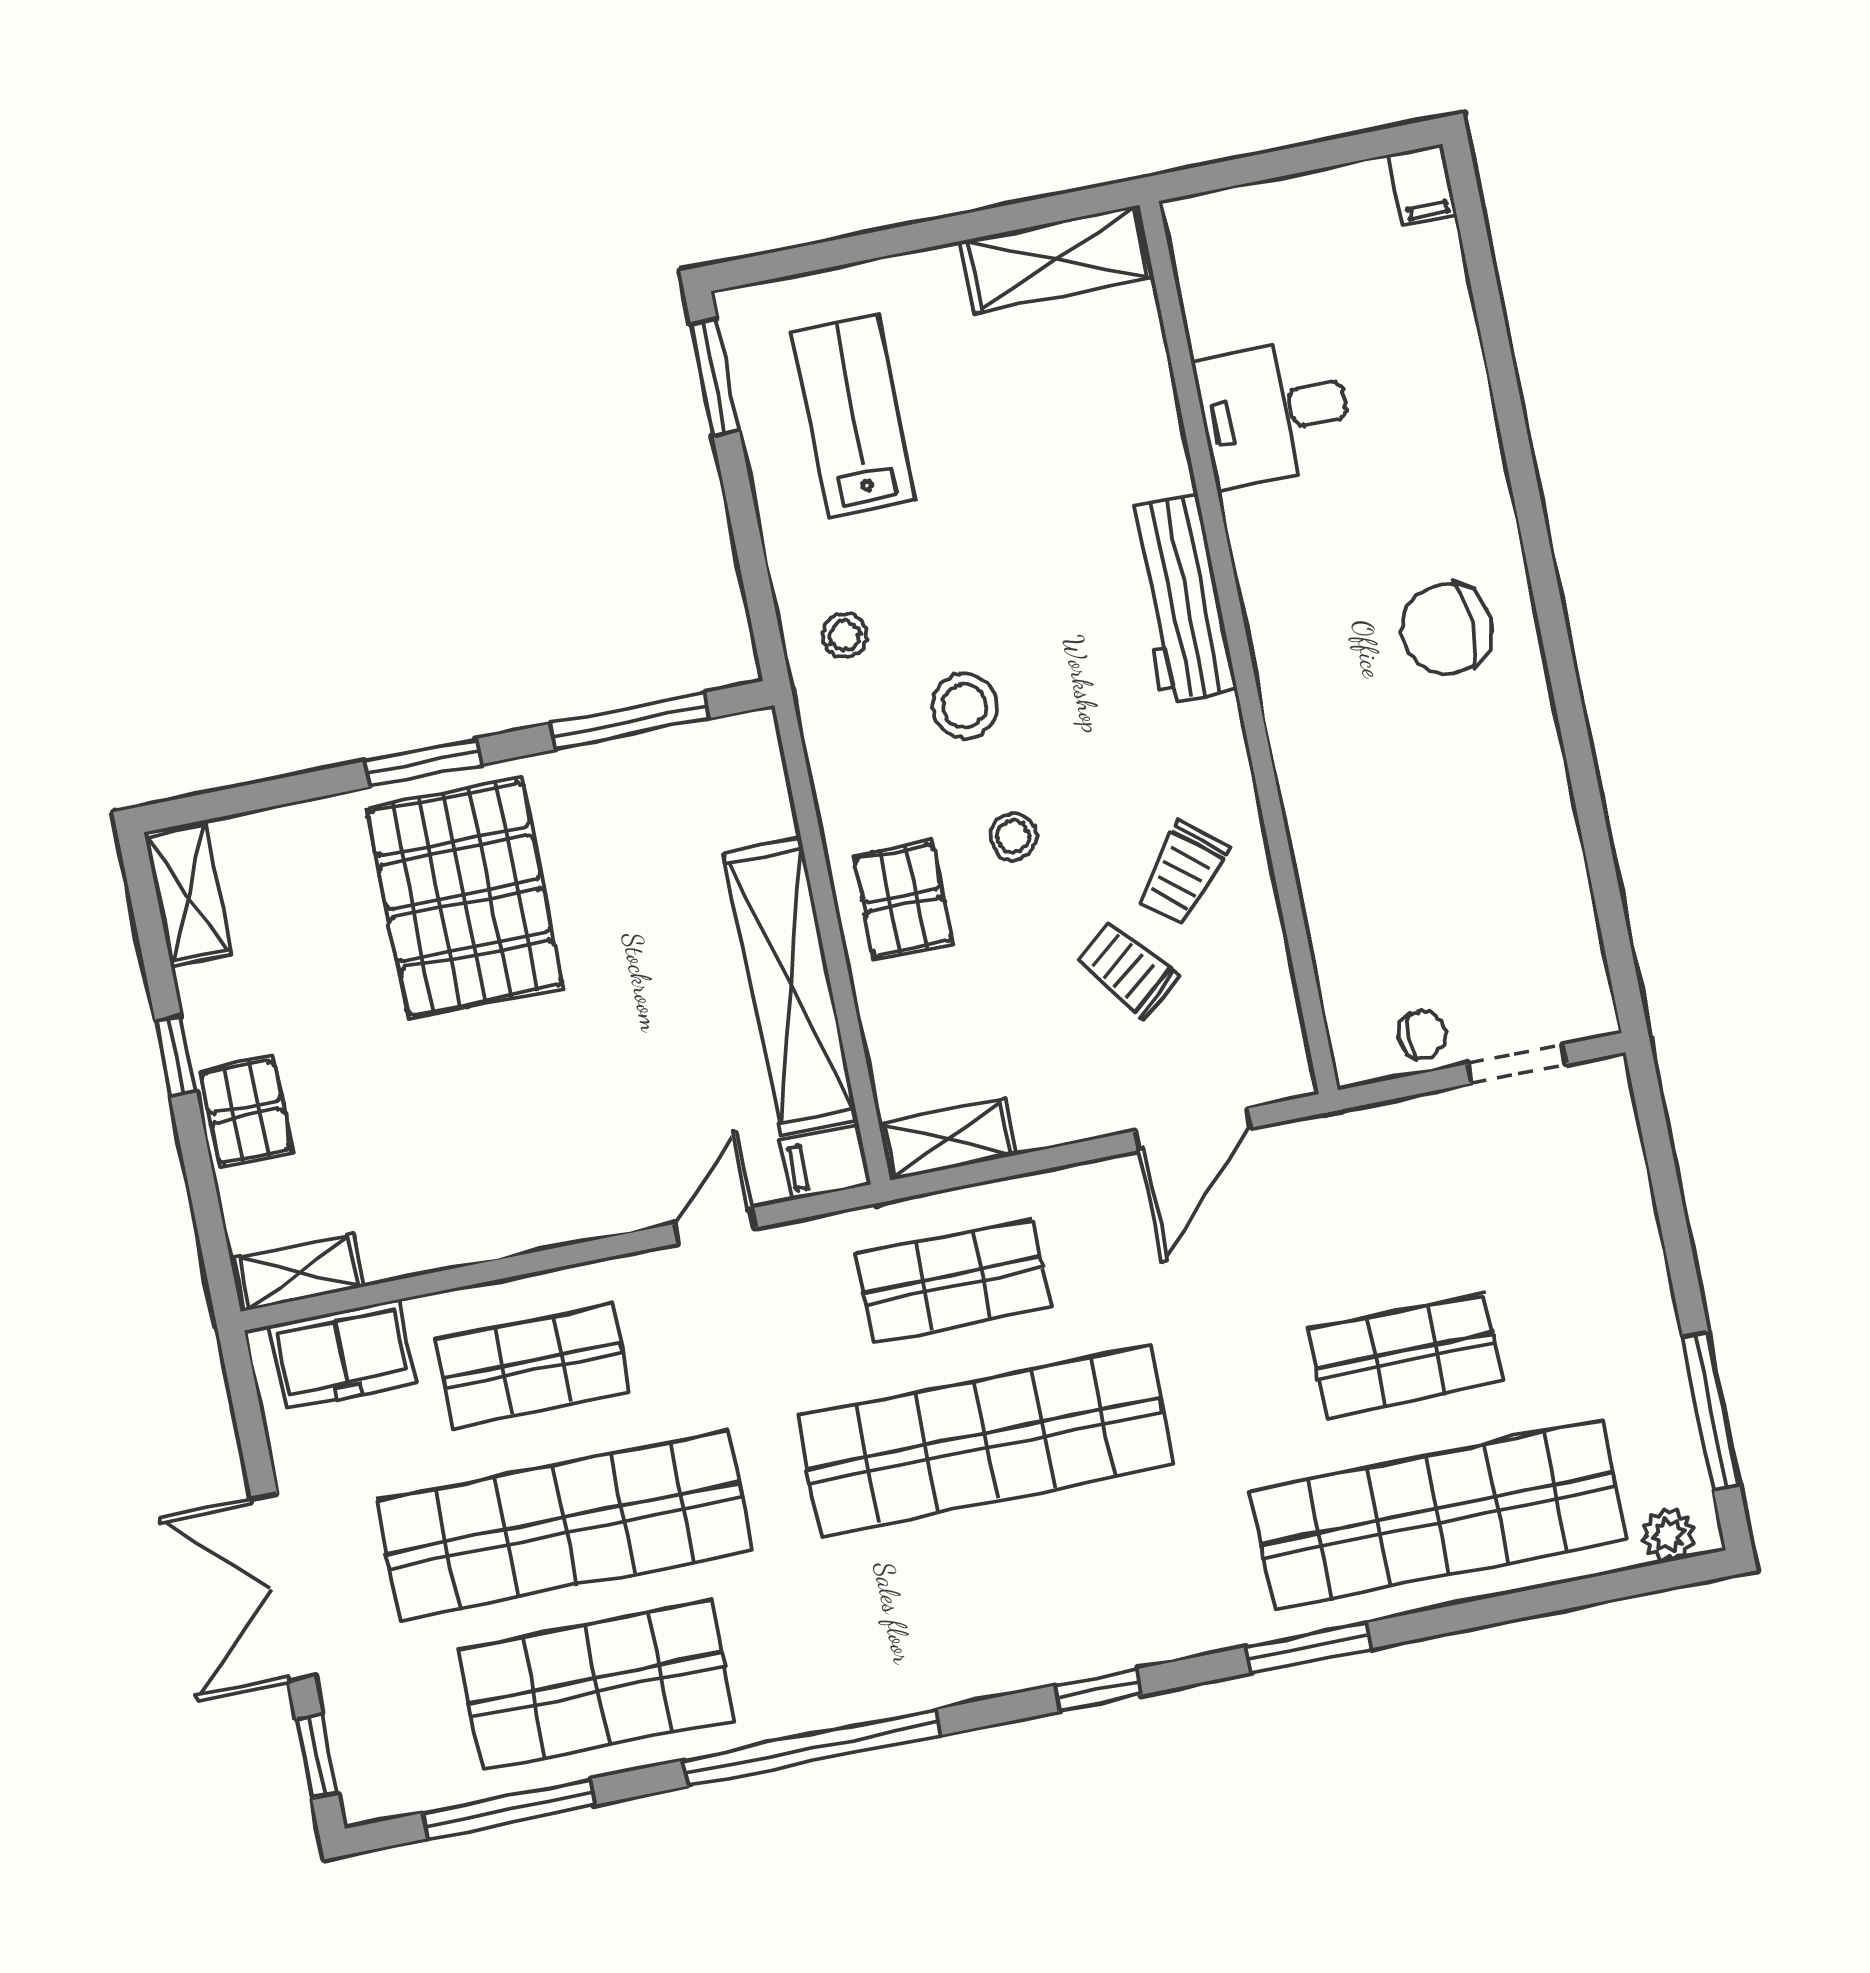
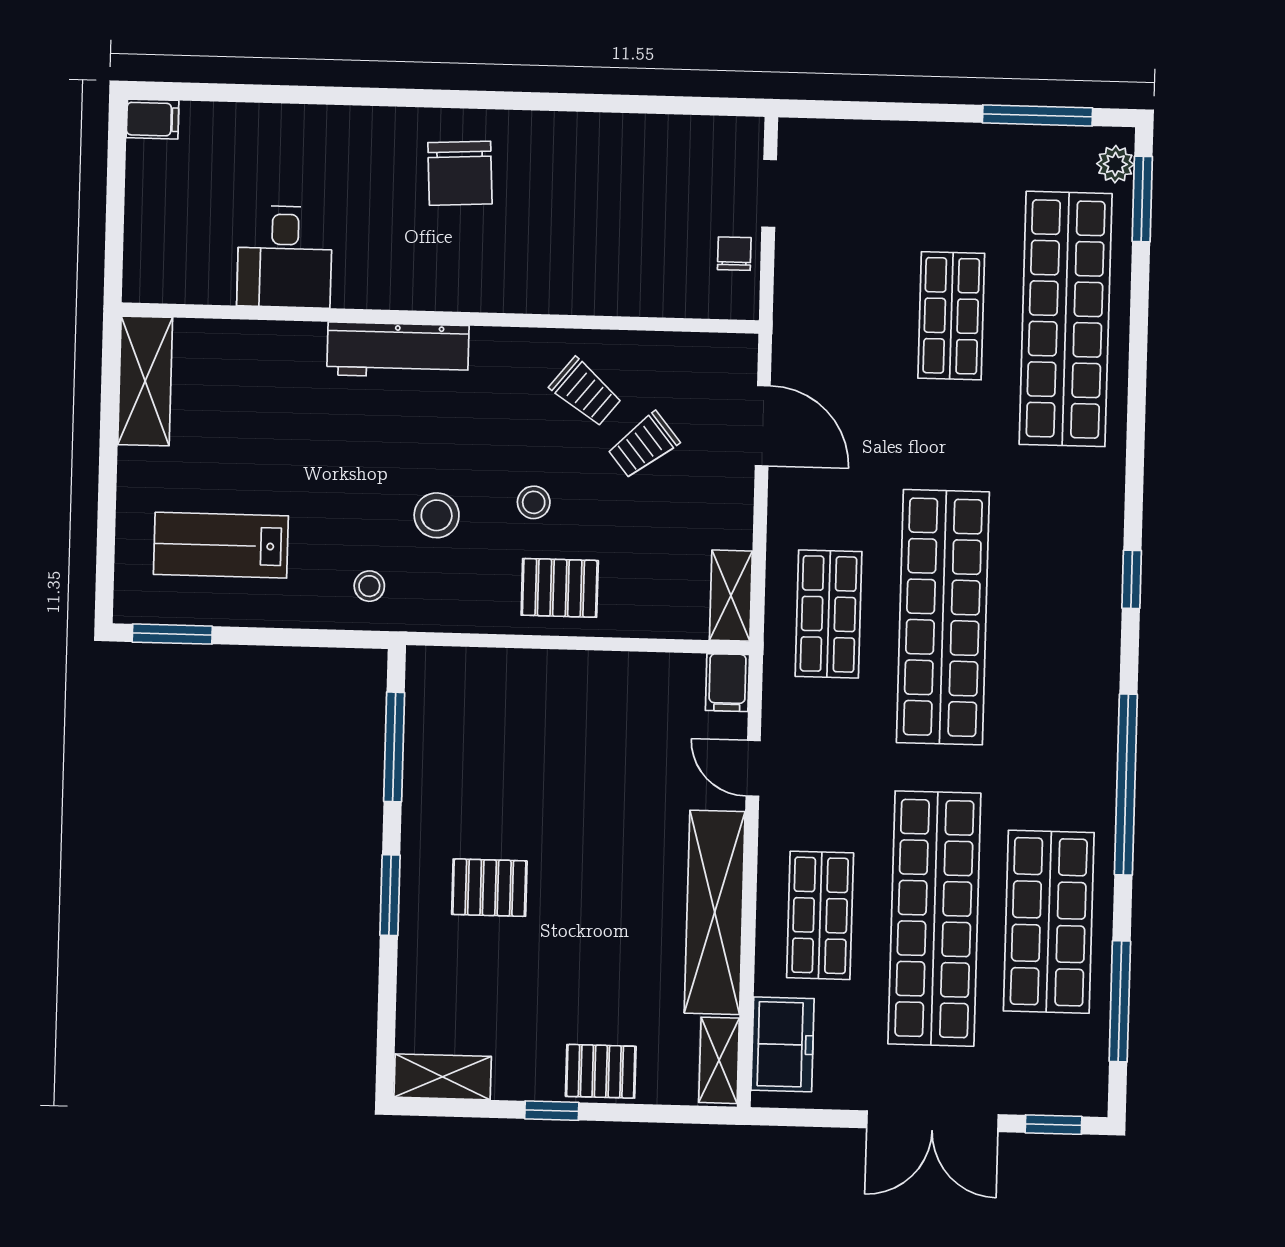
pallet: (465, 898) -> (489, 888), width x0.49, depth x0.50
shelving: (791, 986) -> (715, 912), moved, turned 90
window: (1308, 1648) -> (1142, 199), moved

